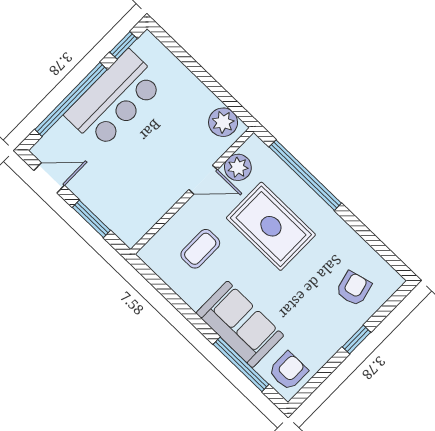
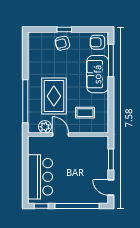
bar counter: (114, 99) -> (40, 177), moved, turned 90
plant: (223, 122) -> (34, 147), removed
armchair: (354, 288) -> (62, 43), moved

